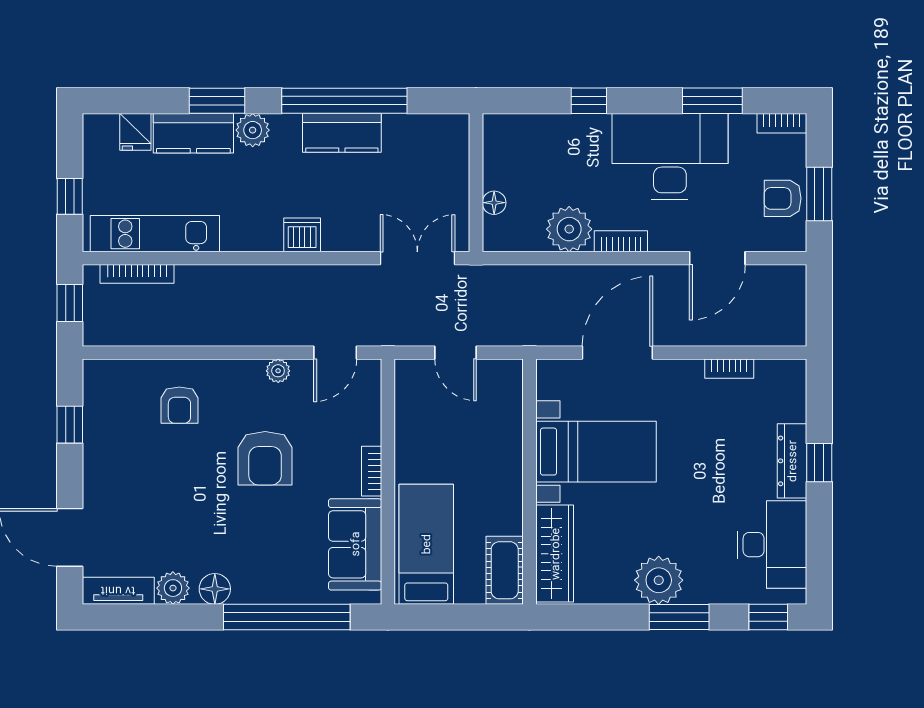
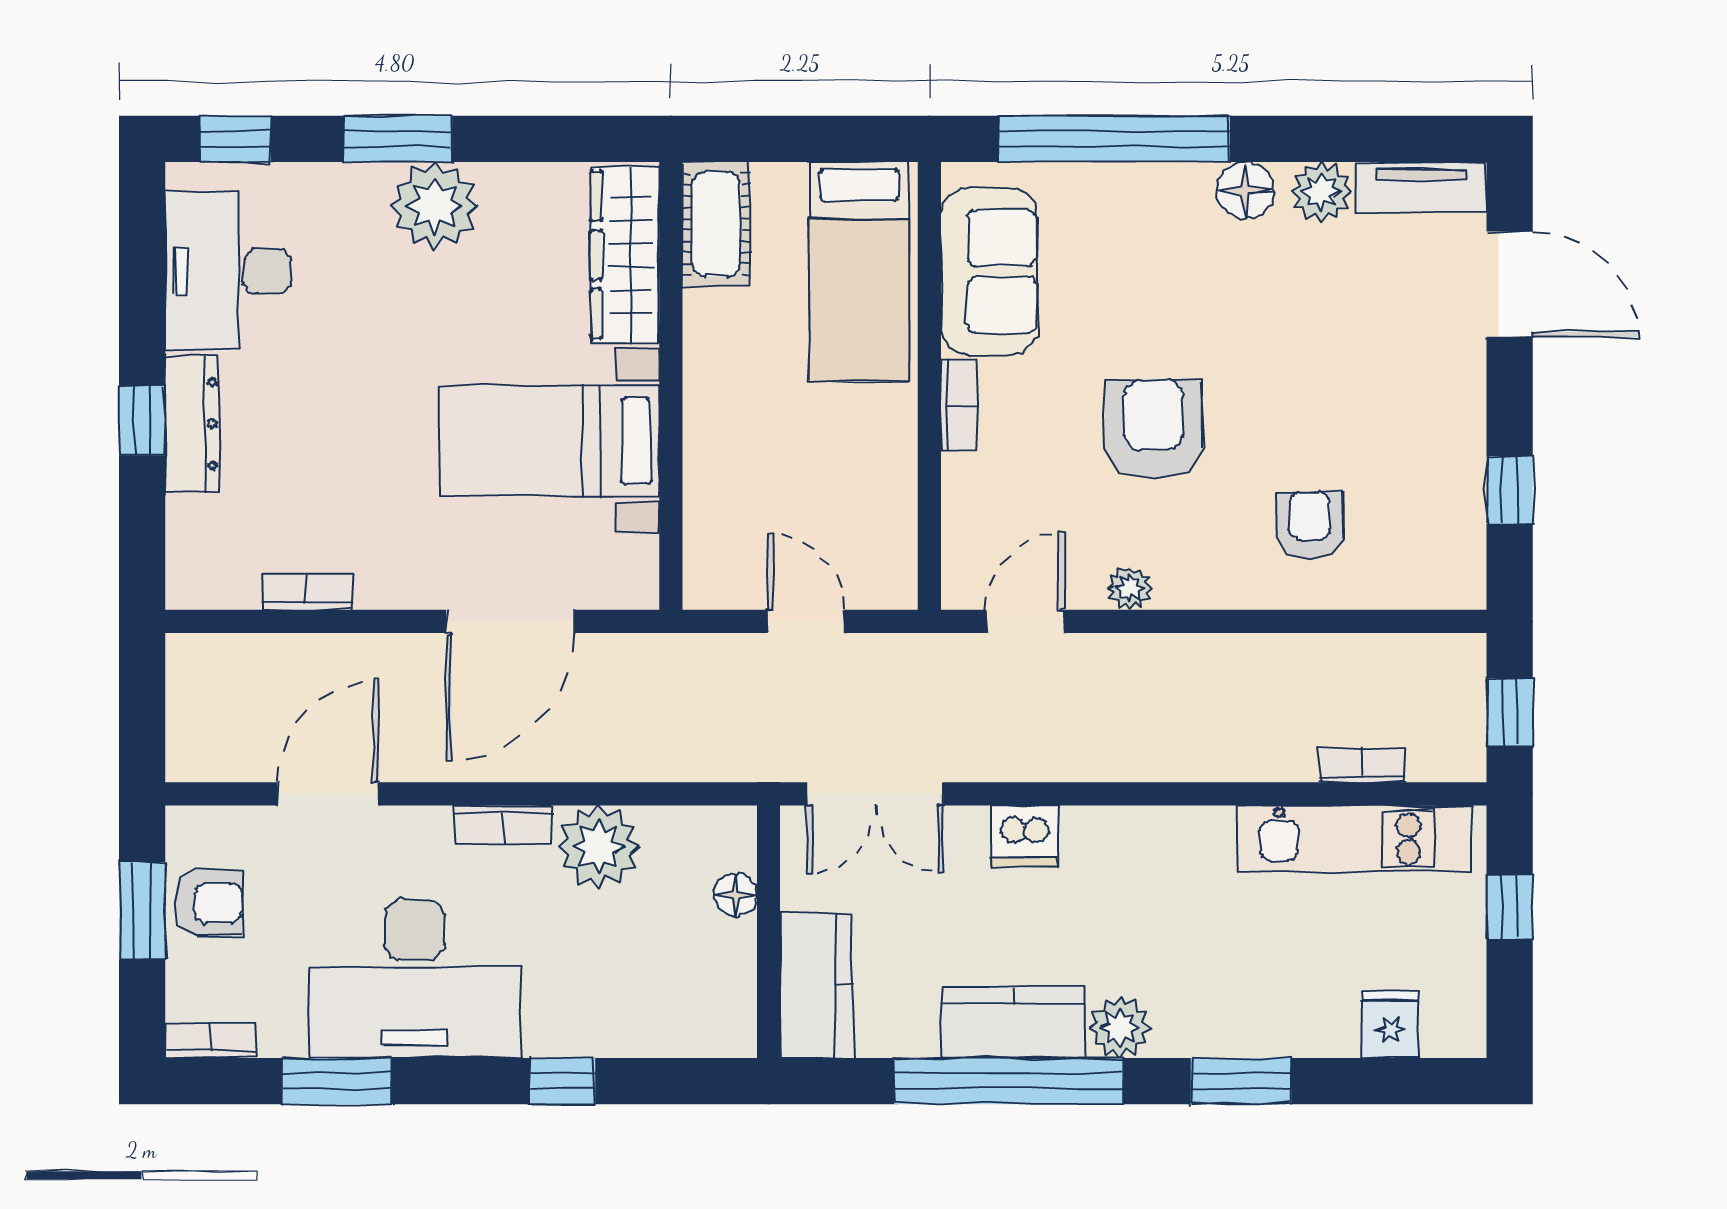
plant: (253, 130) -> (1120, 1027), moved
kitchen counter: (193, 133) -> (816, 985), moved, turned 90
dishwasher: (302, 235) -> (1024, 836), moved
bookcase: (137, 274) -> (1363, 765), width x0.64

